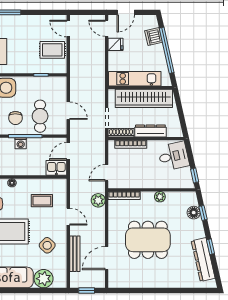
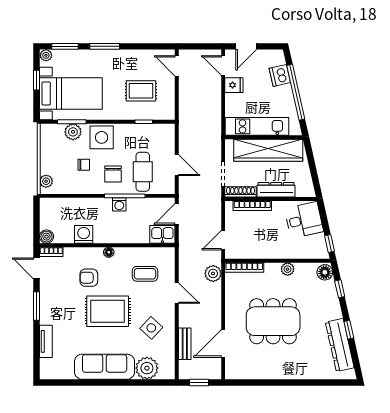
rug: (52, 50) -> (141, 91), moved
floor lamp: (194, 213) -> (325, 272), moved
bench: (75, 254) -> (185, 344), width x0.73

